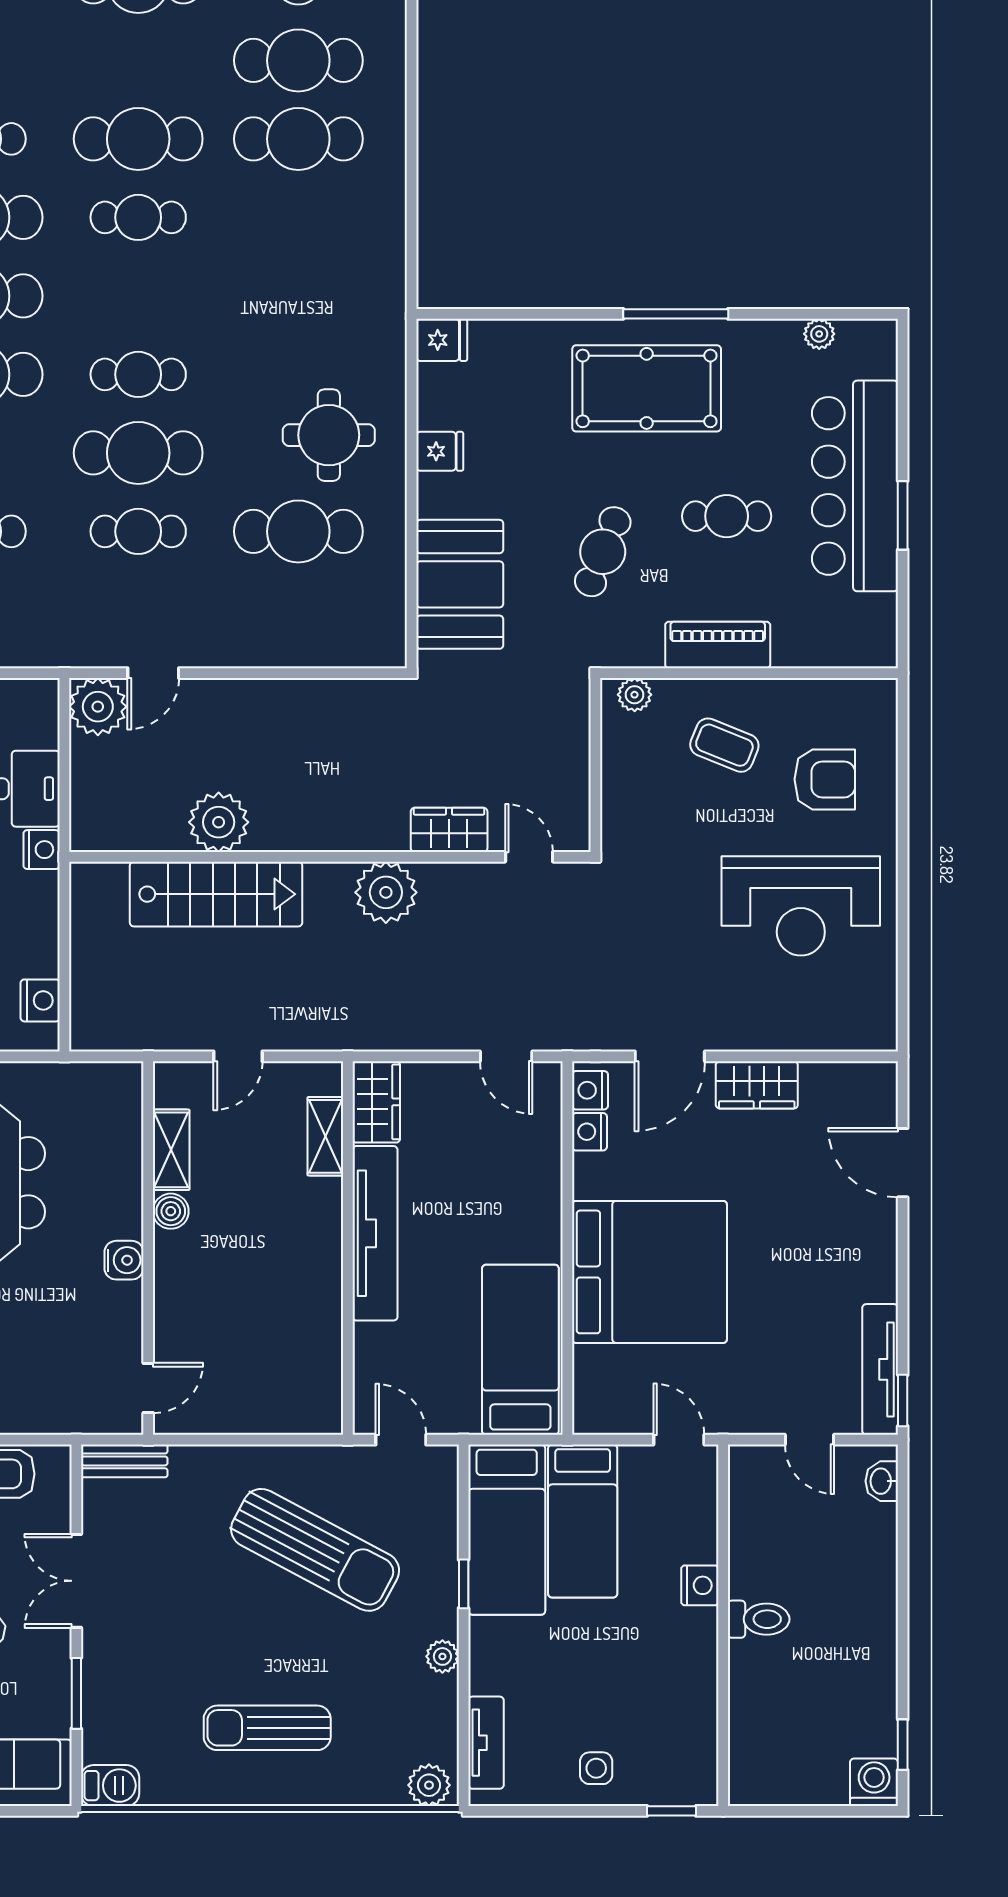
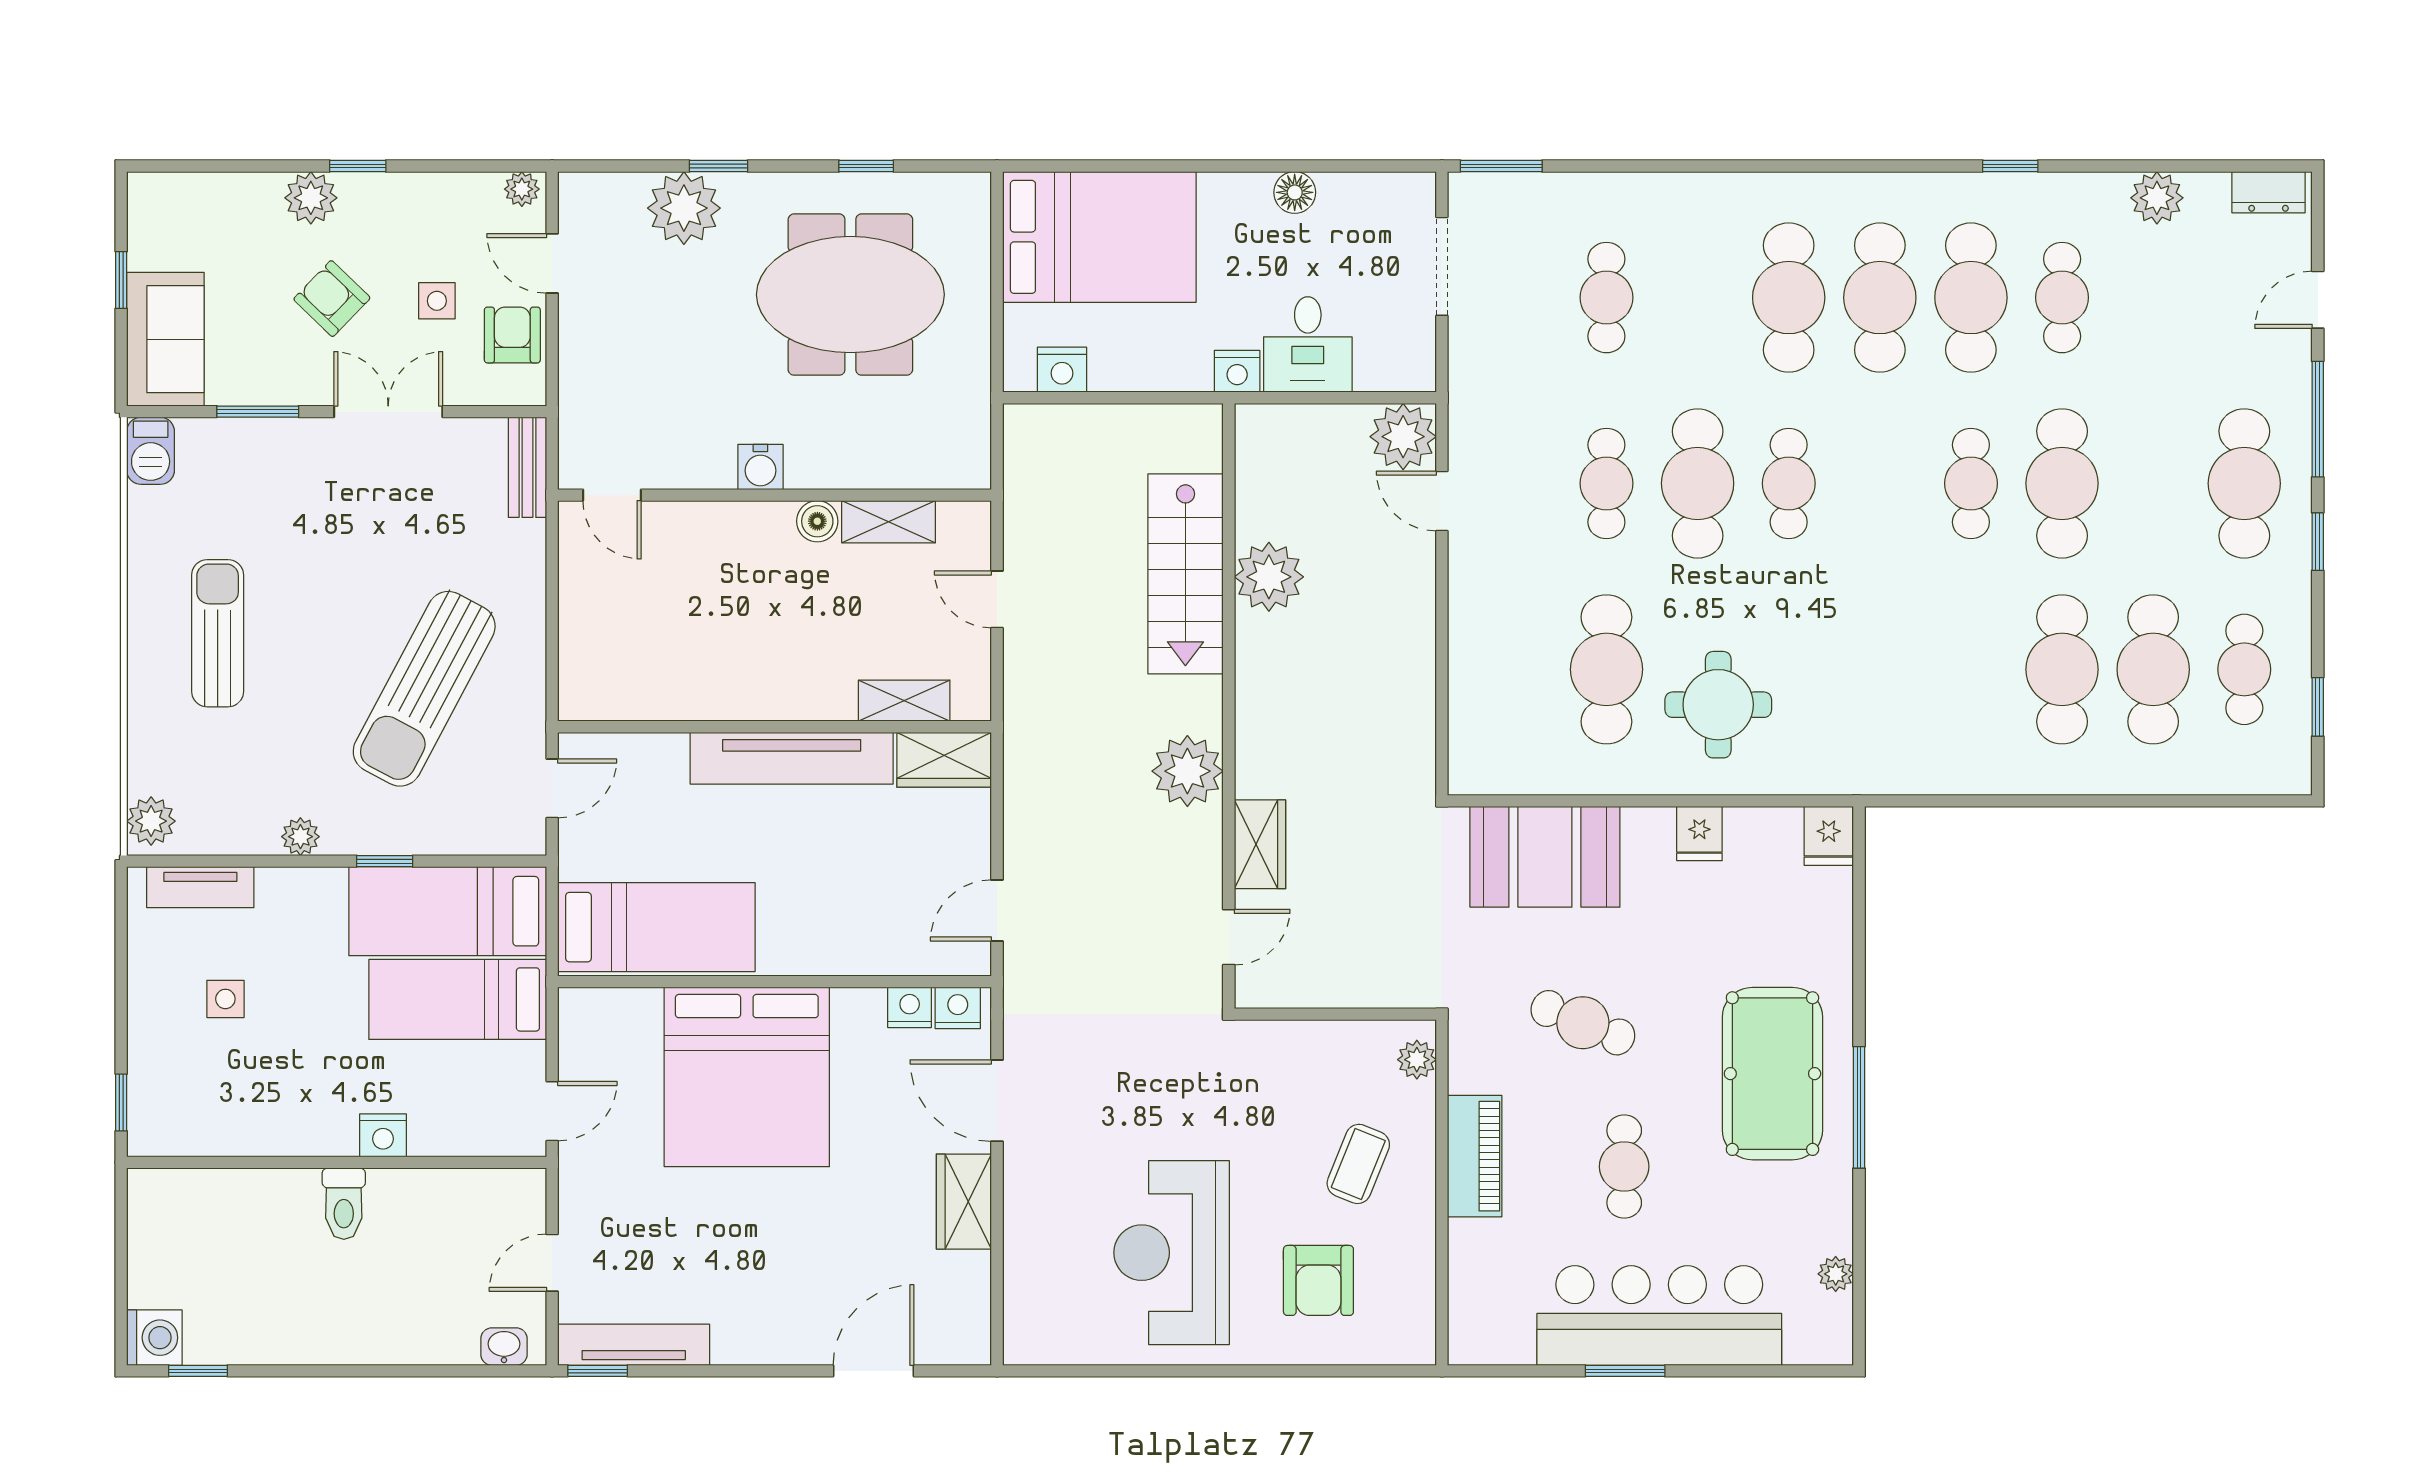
side table: (596, 1768) -> (225, 999), moved

